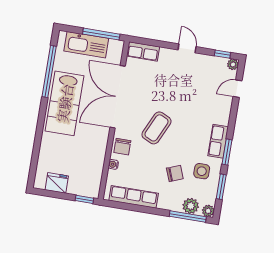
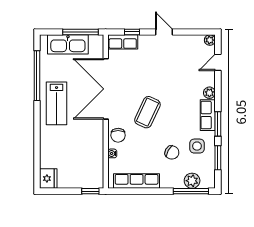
window: (222, 54) -> (132, 32), moved
lab bench: (65, 103) -> (57, 103), width x0.73, depth x0.72
chair: (175, 173) -> (172, 152), turned 50
fridge: (57, 183) -> (48, 179), moved, turned 90
plant: (208, 211) -> (209, 93), moved

